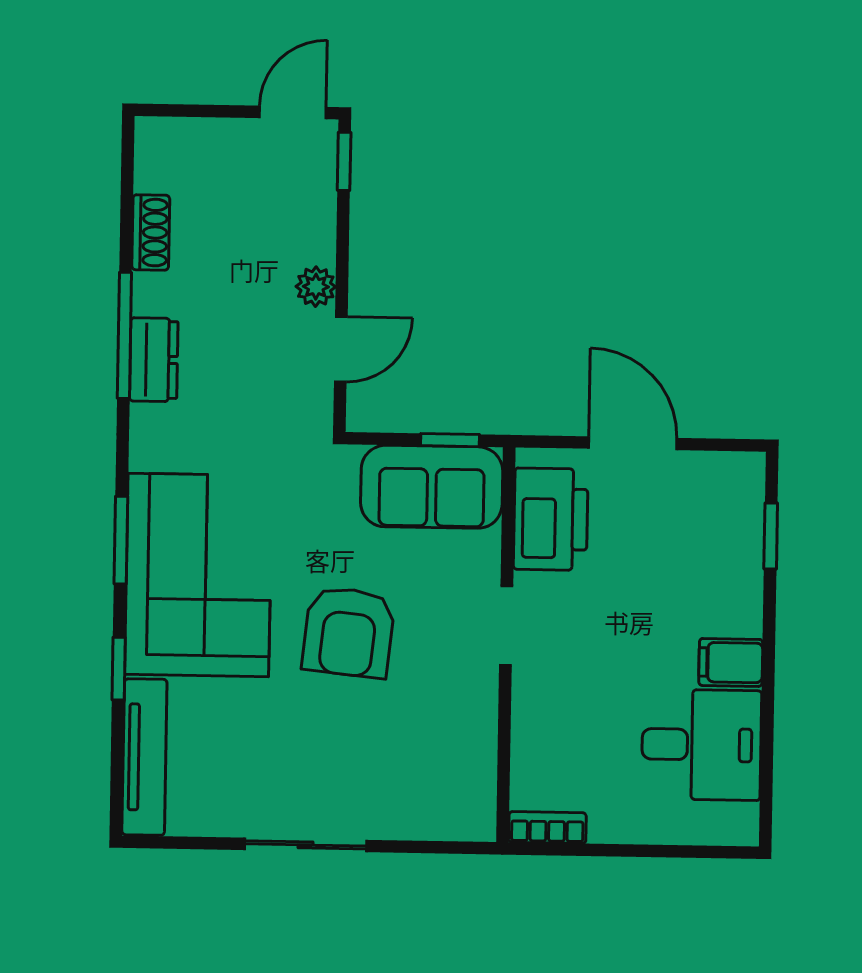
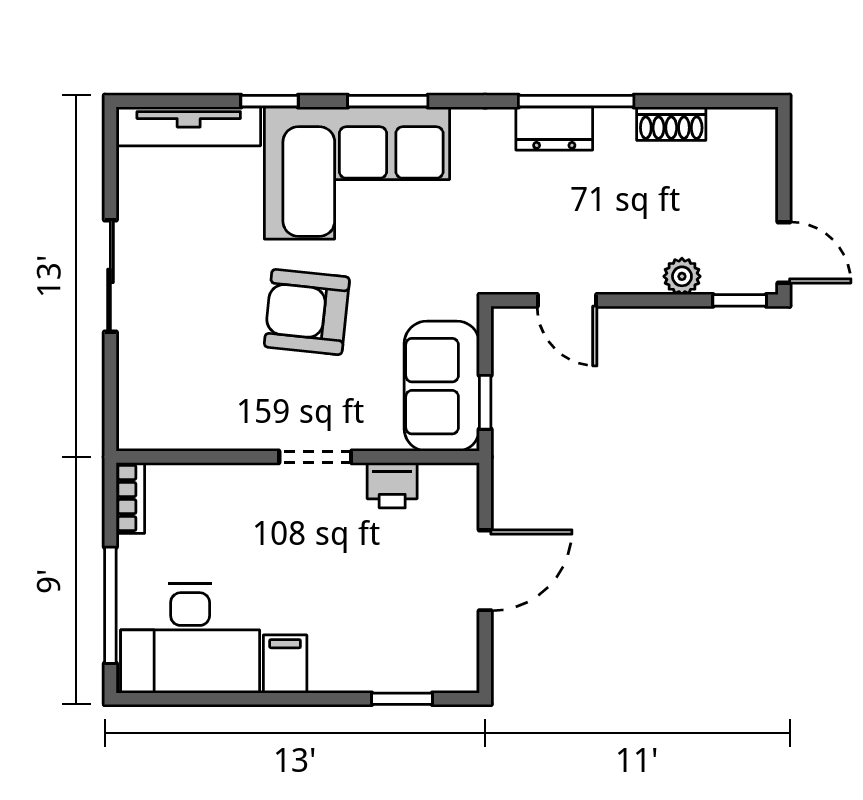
plant: (316, 287) -> (682, 276), moved
printer: (551, 519) -> (392, 485), width x0.53, depth x0.68
desk: (702, 745) -> (190, 638), width x1.37
window: (664, 851) -> (110, 605), added

